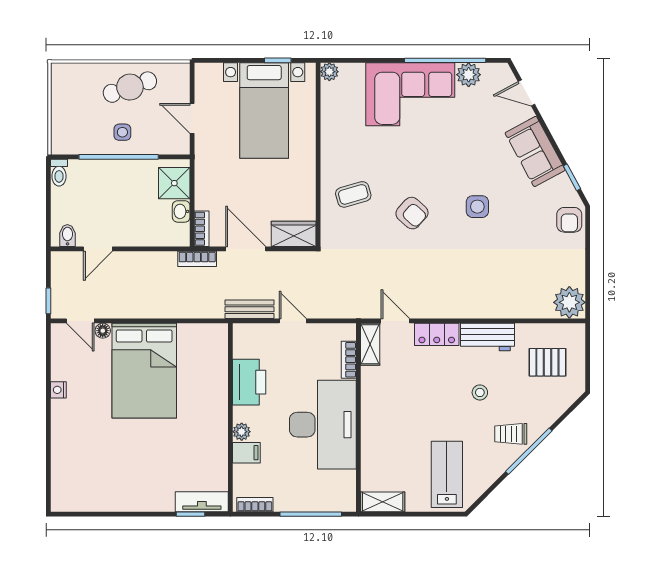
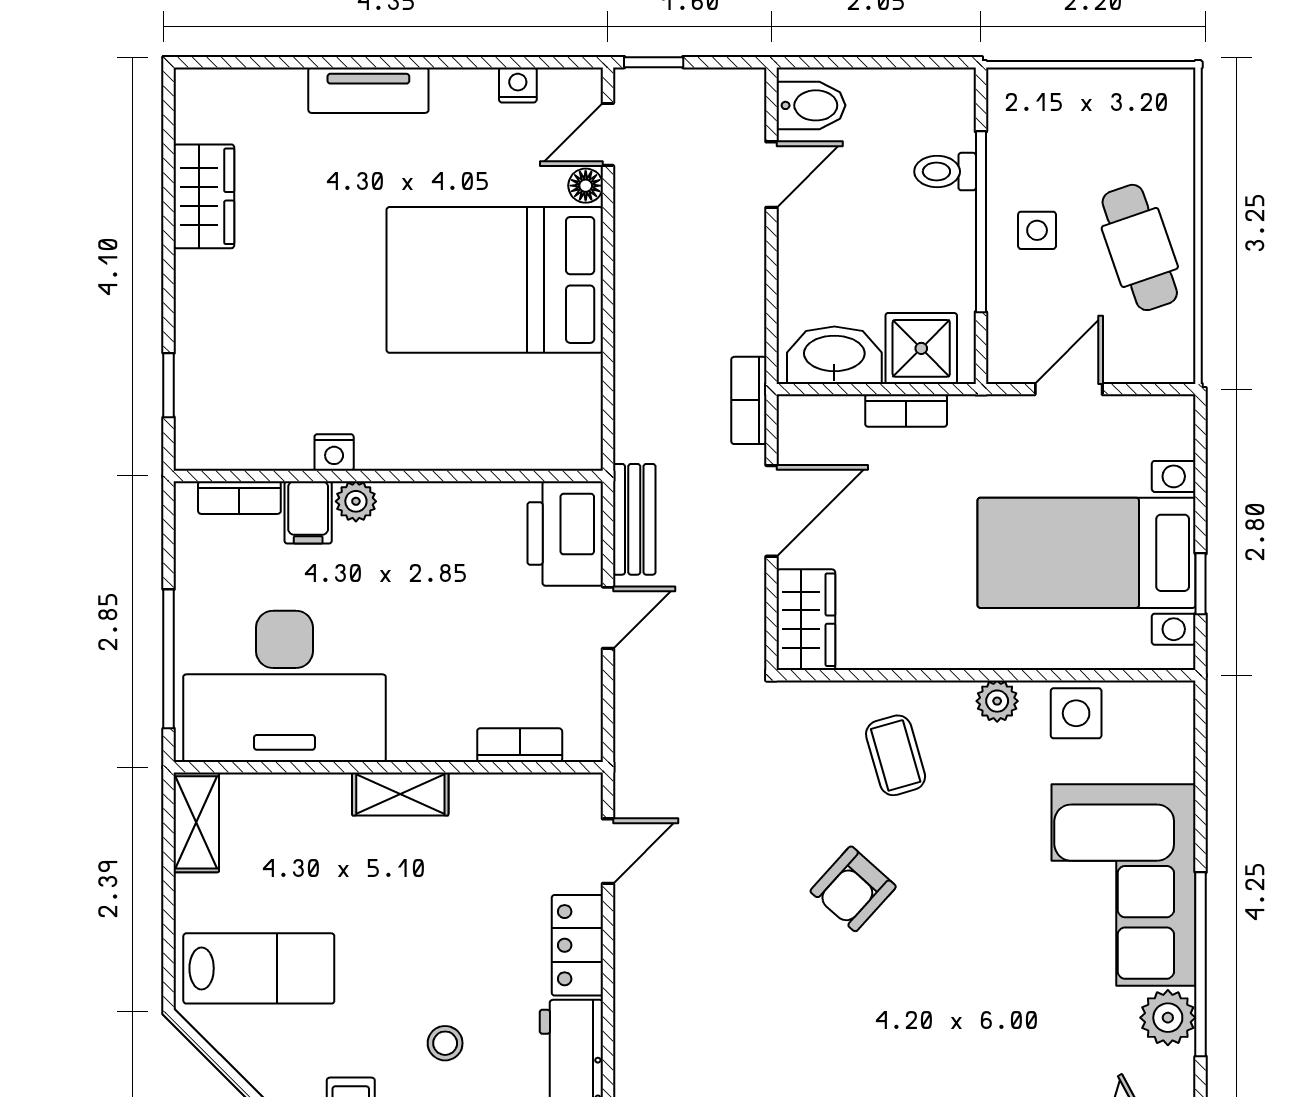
plant: (329, 72) -> (997, 701), moved
toilet: (59, 173) -> (945, 172), moved
side table: (477, 207) -> (1076, 713), moved
washbasin: (181, 211) -> (834, 355), width x1.91, depth x1.45
bookcase: (202, 229) -> (906, 411), moved
bidet: (67, 236) -> (811, 105), width x1.38, depth x1.36
door: (98, 249) -> (771, 175), swing flipped
shelving: (370, 344) -> (400, 794), moved
printer: (249, 382) -> (565, 533), moved, turned 90
nightstand: (58, 390) -> (518, 85), moved
desk: (323, 425) -> (284, 686), moved
nightstand: (220, 441) -> (334, 452), added
wardrobe: (107, 499) -> (204, 196), added
tv unit: (202, 502) -> (368, 90), moved, turned 90
bookcase: (255, 505) -> (239, 498), moved, turned 90

